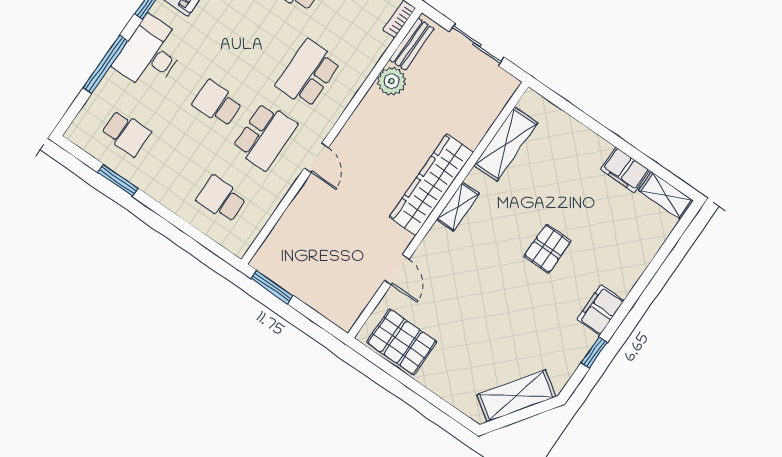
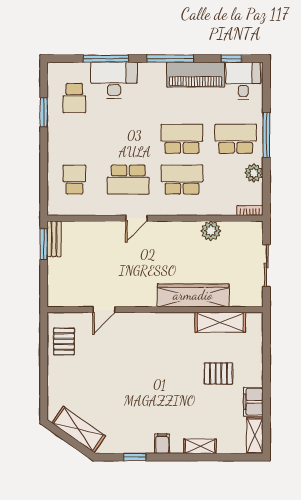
bench: (412, 44) -> (54, 239), moved, turned 90
desk: (150, 54) -> (114, 80), moved
school desk: (217, 103) -> (182, 139), moved, width x1.85
wardrobe: (431, 185) -> (193, 295), moved
shelving: (458, 207) -> (200, 446), moved
pallet: (547, 249) -> (218, 373), moved
filing cabinet: (600, 310) -> (162, 444), width x0.50
pallet: (402, 342) -> (64, 341), width x0.67, depth x0.71

